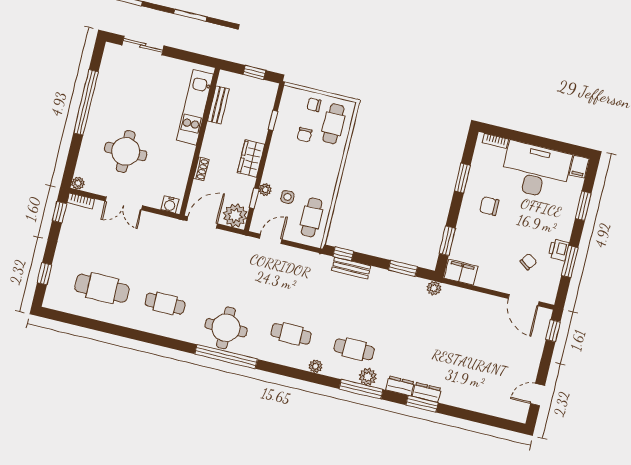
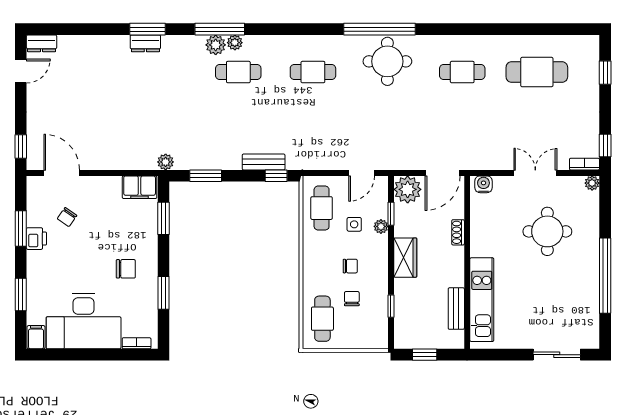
chair: (314, 105) -> (350, 266), moved
plant: (316, 366) -> (235, 43), moved
dresser: (400, 386) -> (42, 43), moved

